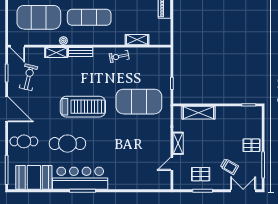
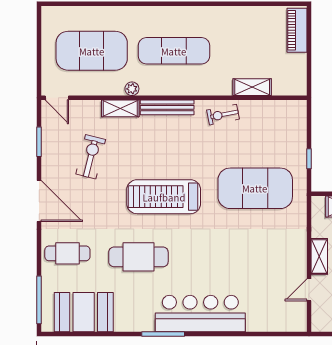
bench: (81, 52) -> (167, 107), width x1.36
exercise bike: (29, 77) -> (91, 157), moved
treadmill: (83, 107) -> (164, 197), turned 180
bar counter: (80, 178) -> (200, 314), moved

